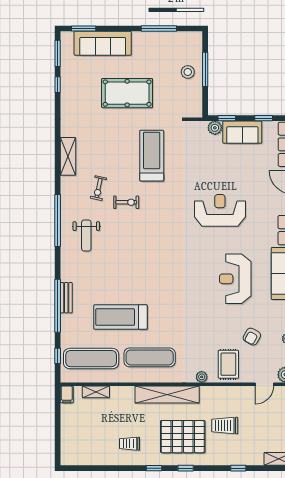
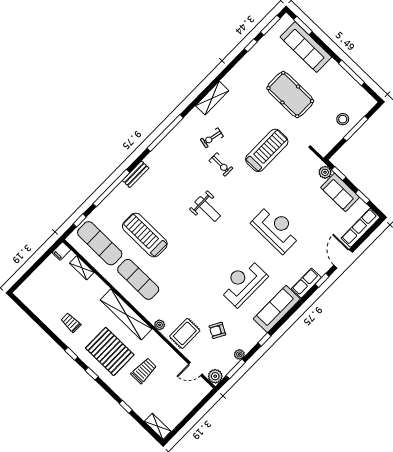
weight bench: (86, 236) -> (208, 209), moved, turned -90
bench: (66, 298) -> (136, 174), moved
trolley: (225, 426) -> (144, 371), turned 90

